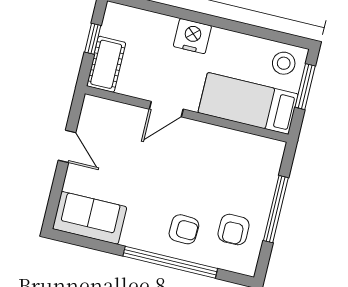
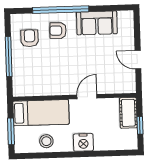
stool: (284, 63) -> (46, 141), moved
sofa: (89, 218) -> (97, 23), moved

